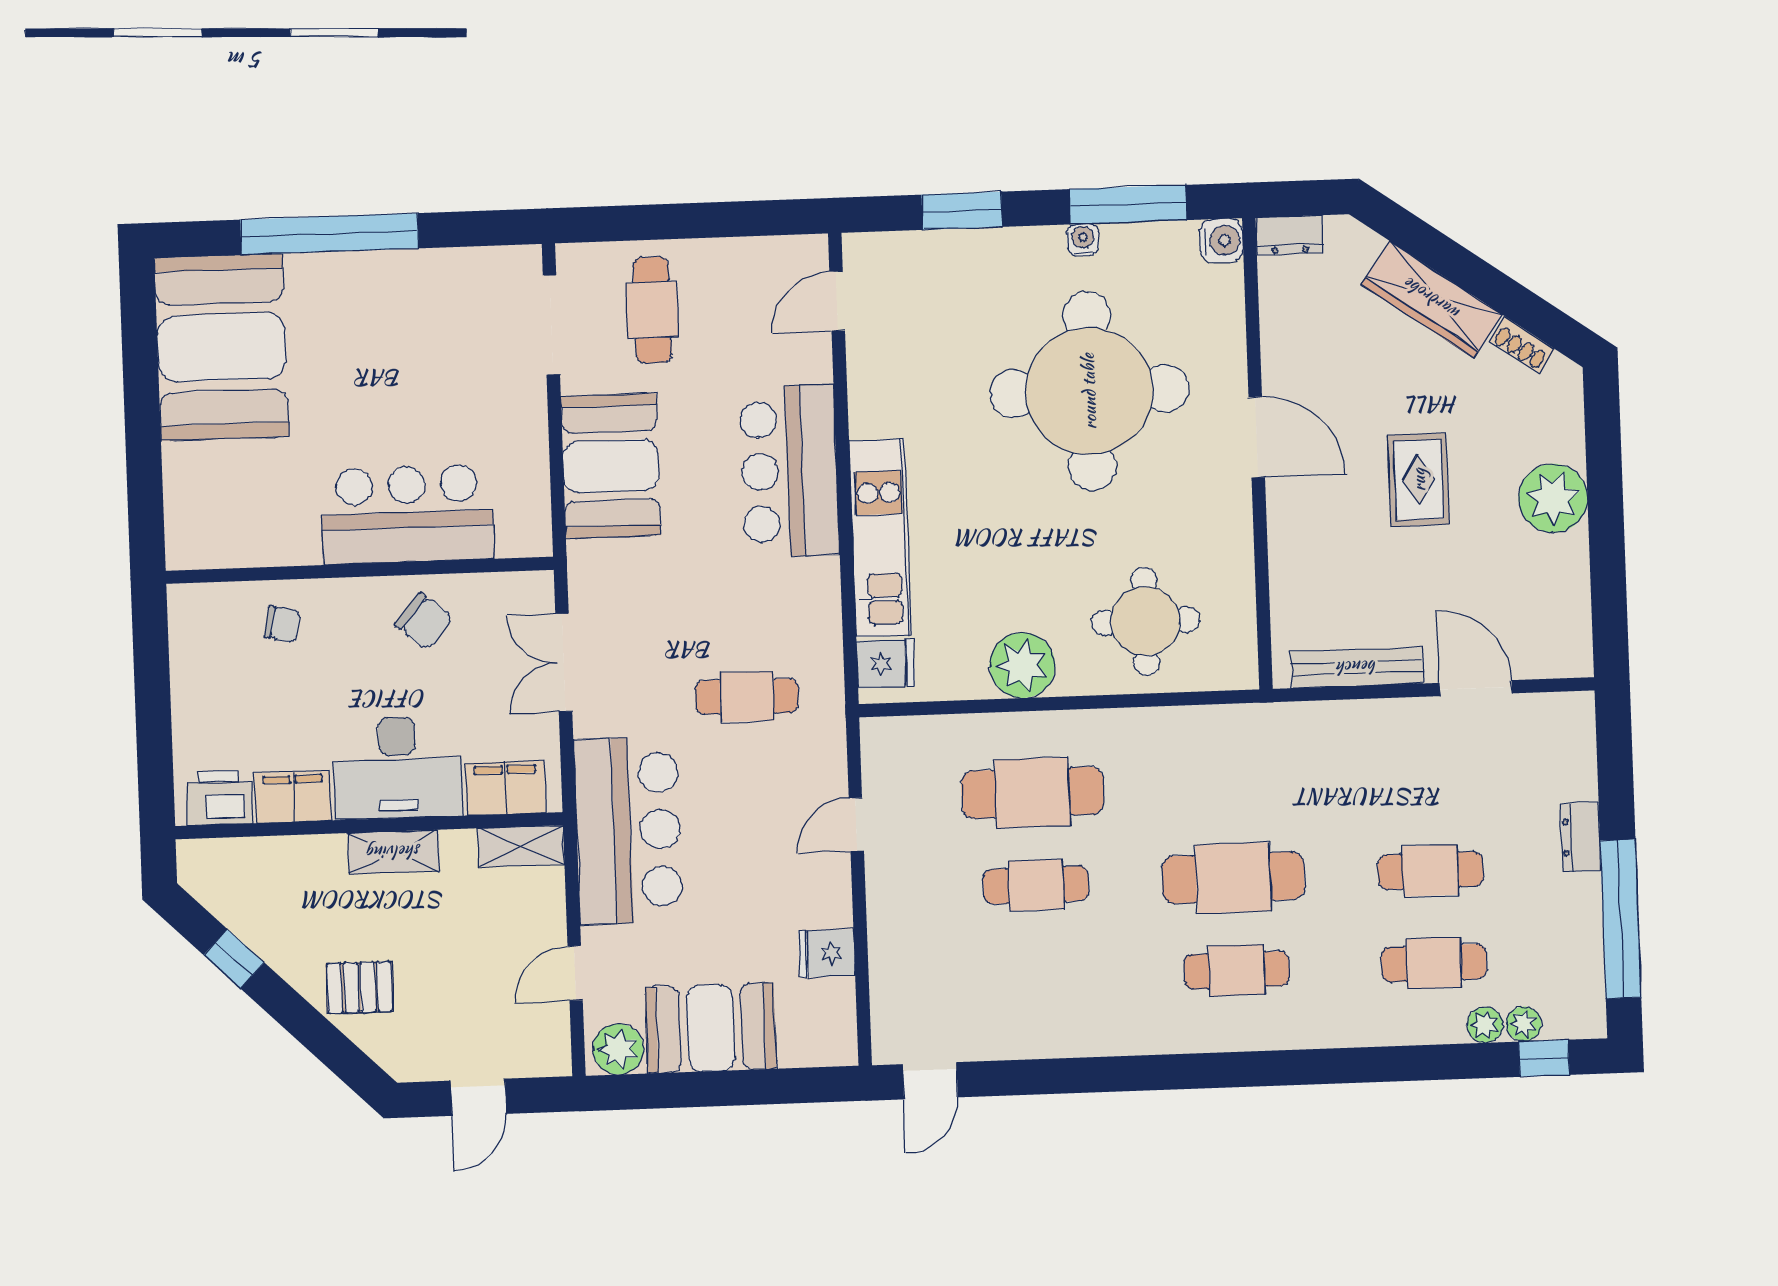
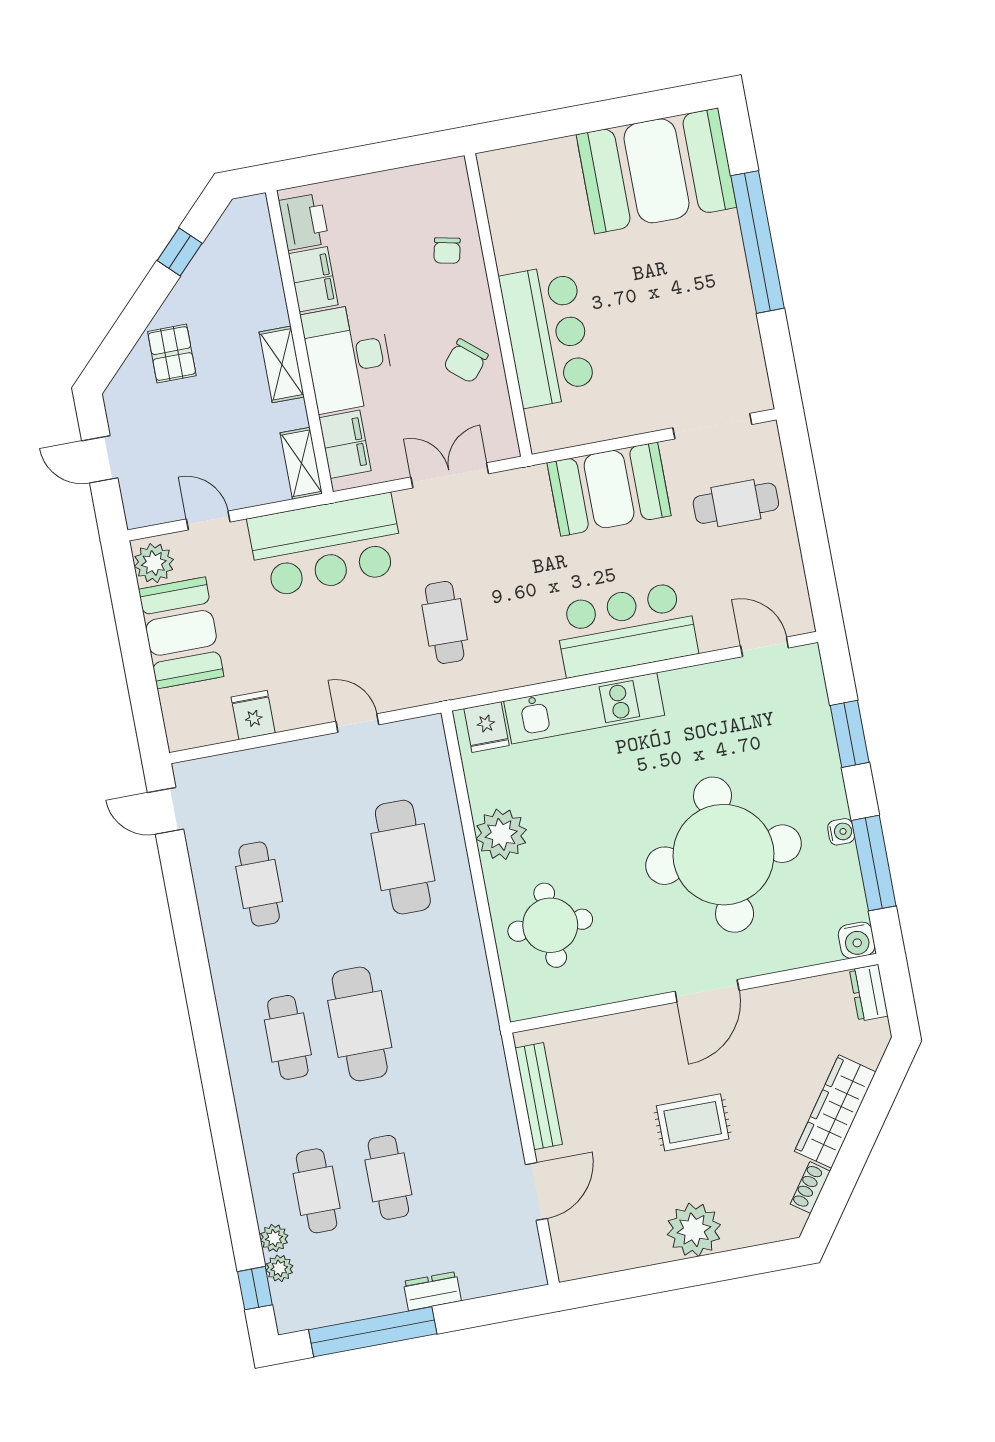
cafe table: (1036, 885) -> (259, 884), moved

